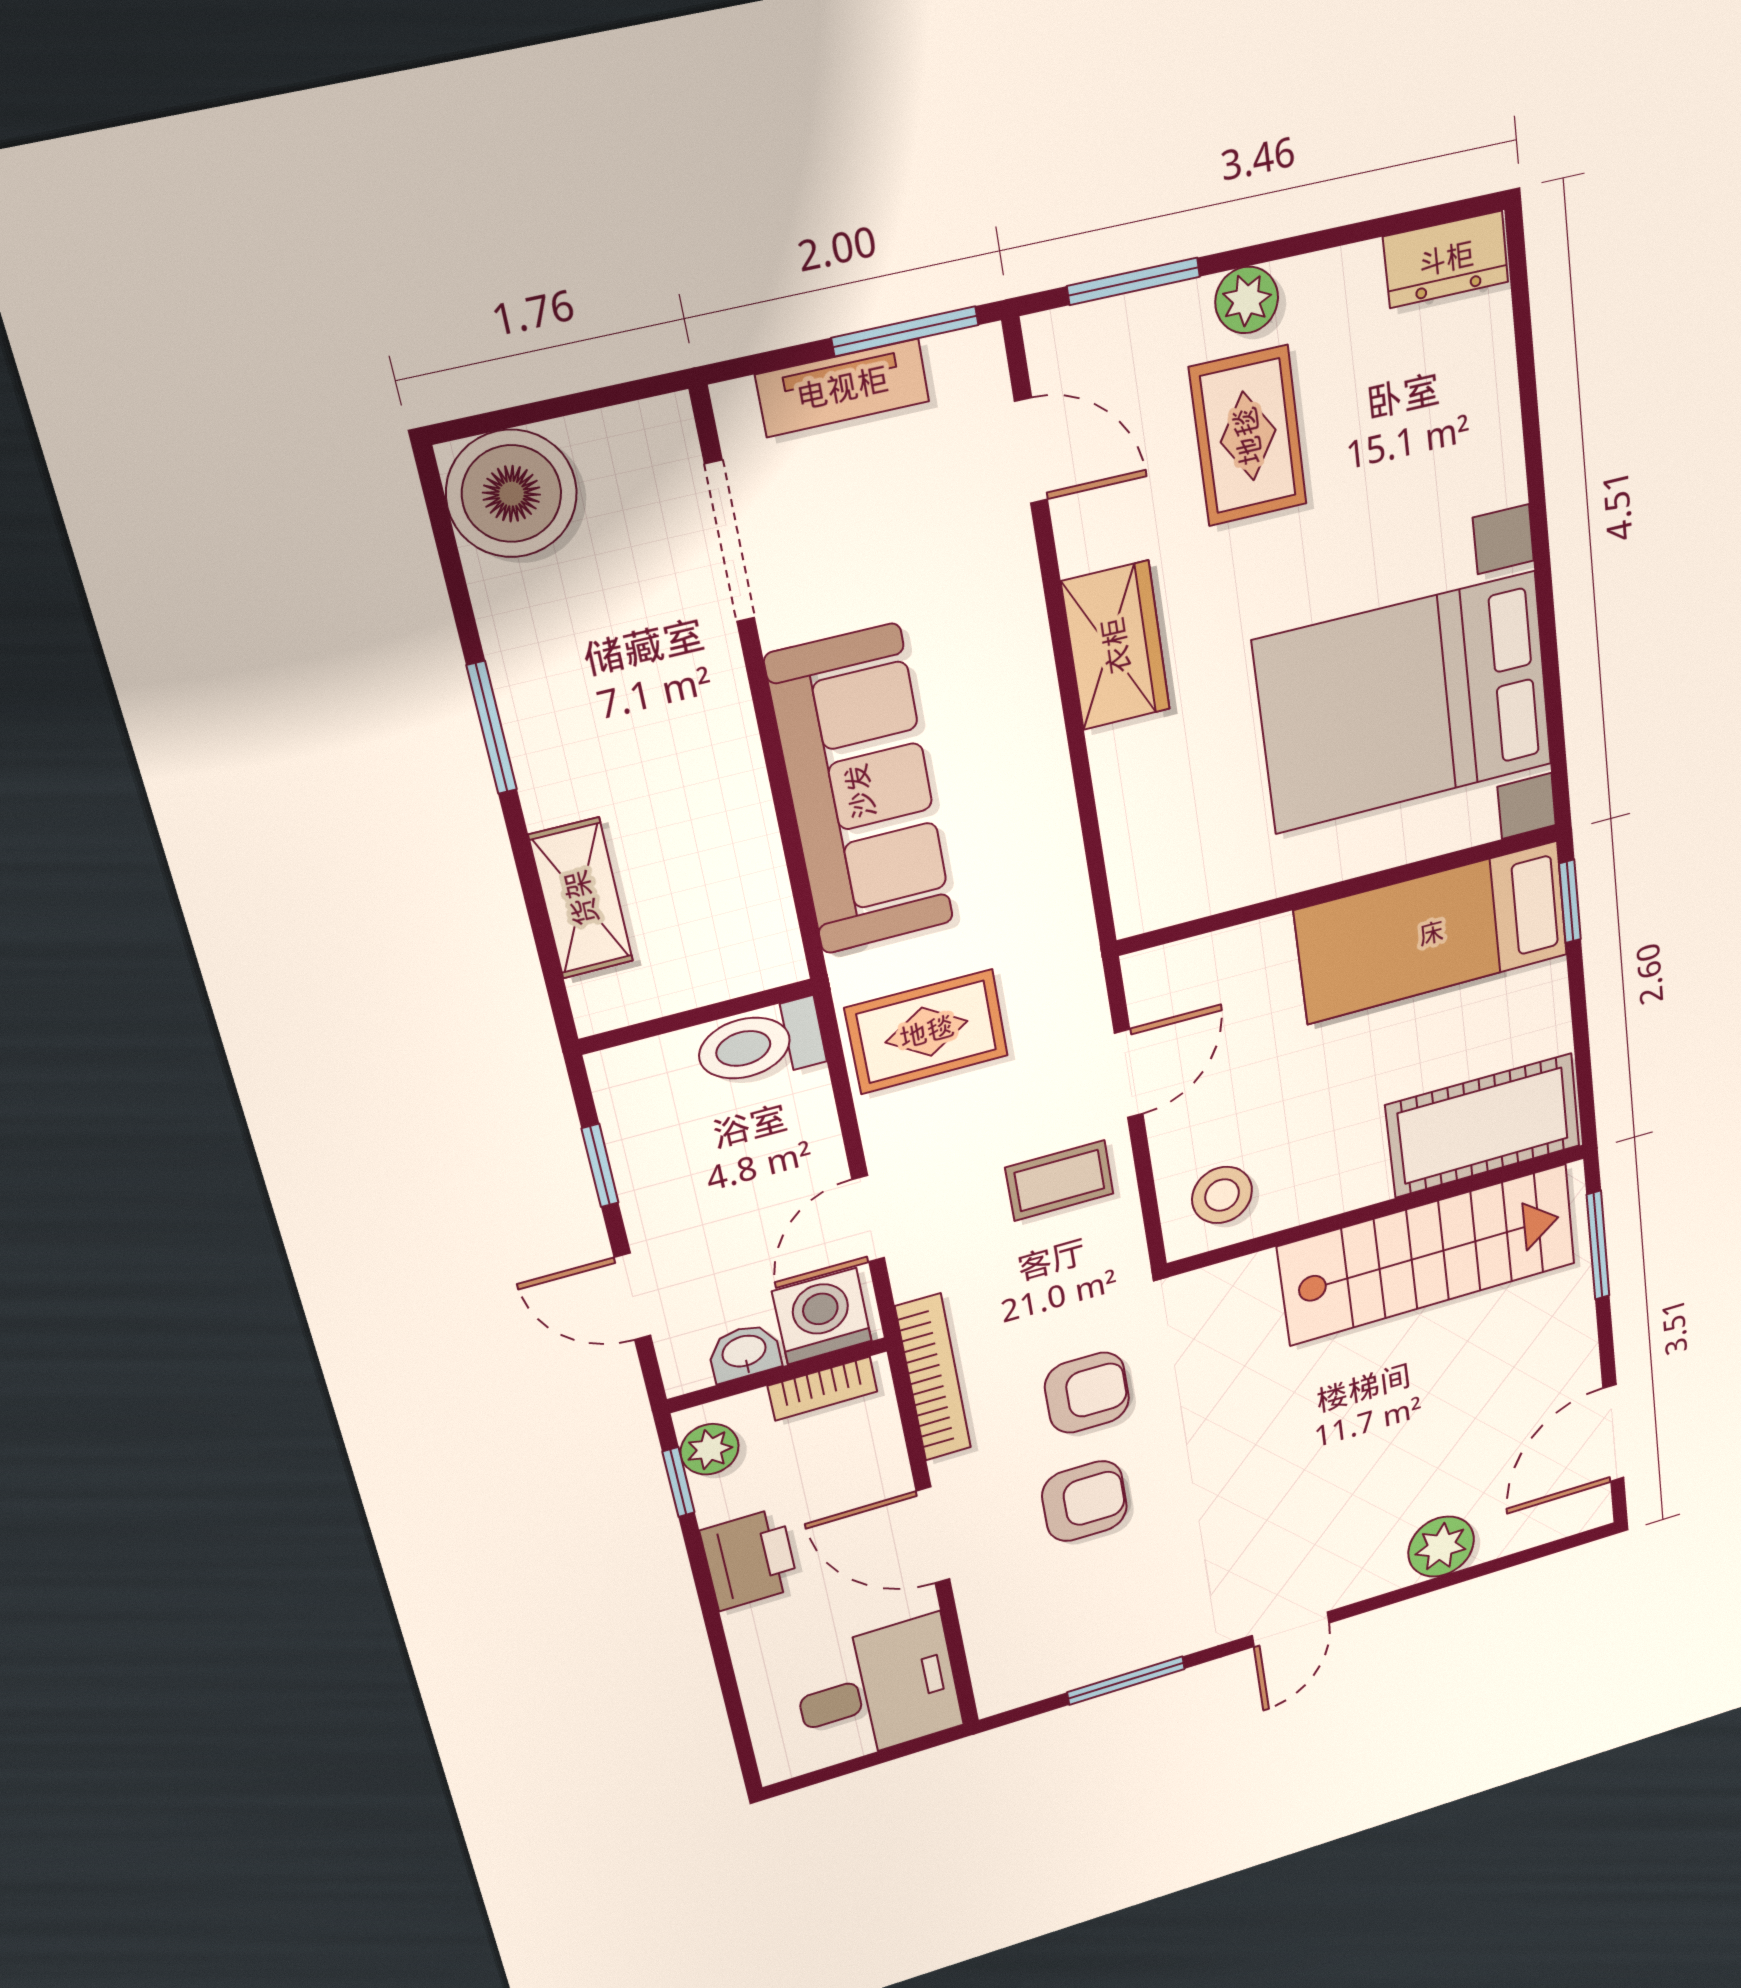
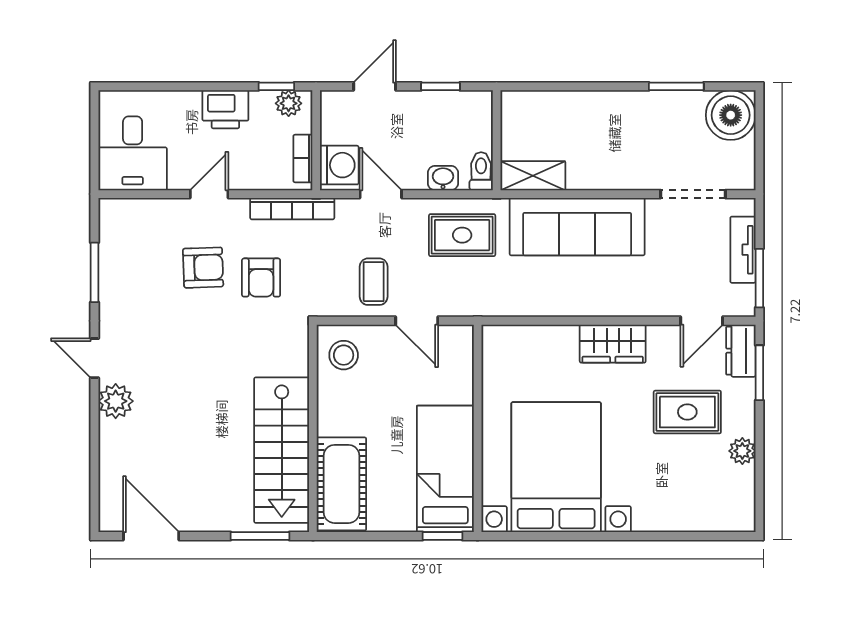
dresser: (1446, 259) -> (741, 351), moved
plant: (1247, 300) -> (742, 451), moved
window: (492, 728) -> (676, 86), moved
shelving: (581, 898) -> (533, 176), moved
rug: (927, 1032) -> (462, 235), turned 90
toilet: (760, 1044) -> (481, 171), width x0.73, depth x0.72
washbasin: (744, 1352) -> (443, 178), moved, turned -90
armchair: (1085, 1501) -> (203, 268), turned -92
door: (933, 1535) -> (209, 194), width x0.73
plant: (1441, 1547) -> (116, 401), moved

